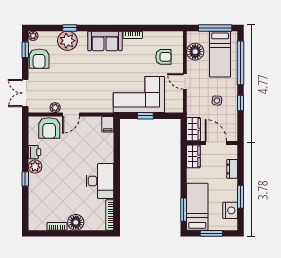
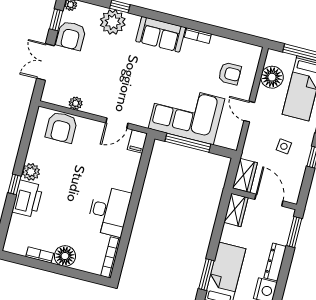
double door: (25, 93) -> (45, 62), moved
door: (71, 115) -> (117, 123), moved
window: (145, 116) -> (188, 143), width x2.17
printer: (34, 152) -> (27, 199), moved, width x1.87, depth x1.48
dresser: (232, 169) -> (275, 262), moved, width x1.44
window: (241, 197) -> (294, 232), moved

